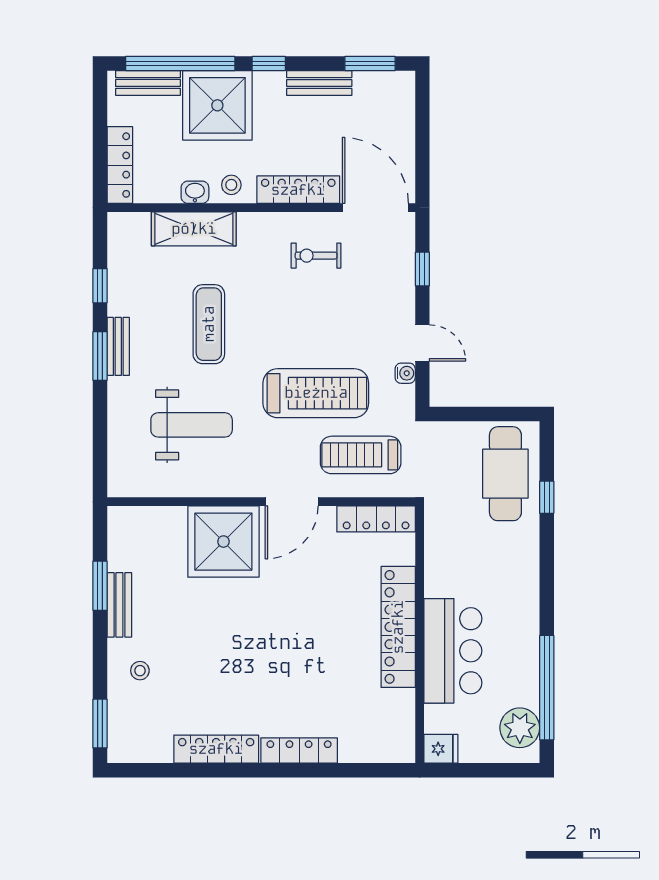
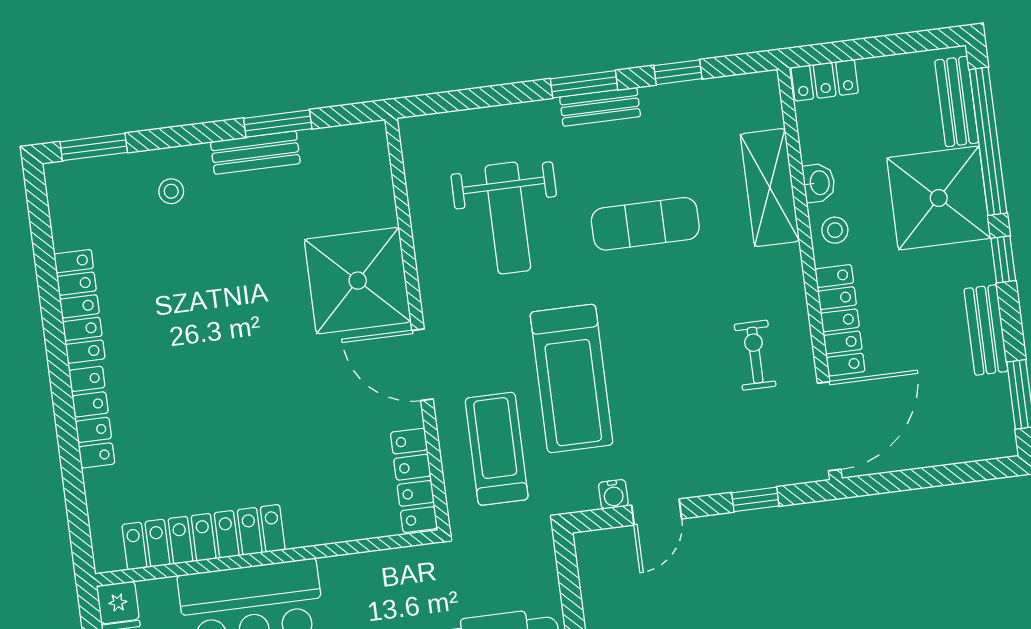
locker: (120, 165) -> (825, 80), width x0.66
locker: (398, 627) -> (204, 537), moved

